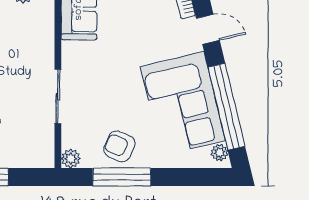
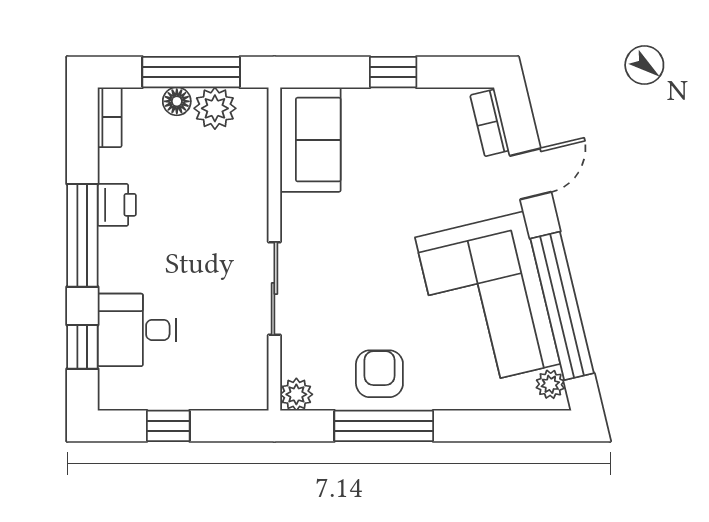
door: (208, 29) -> (530, 174), hinge flipped
armchair: (119, 146) -> (379, 374), turned 67

